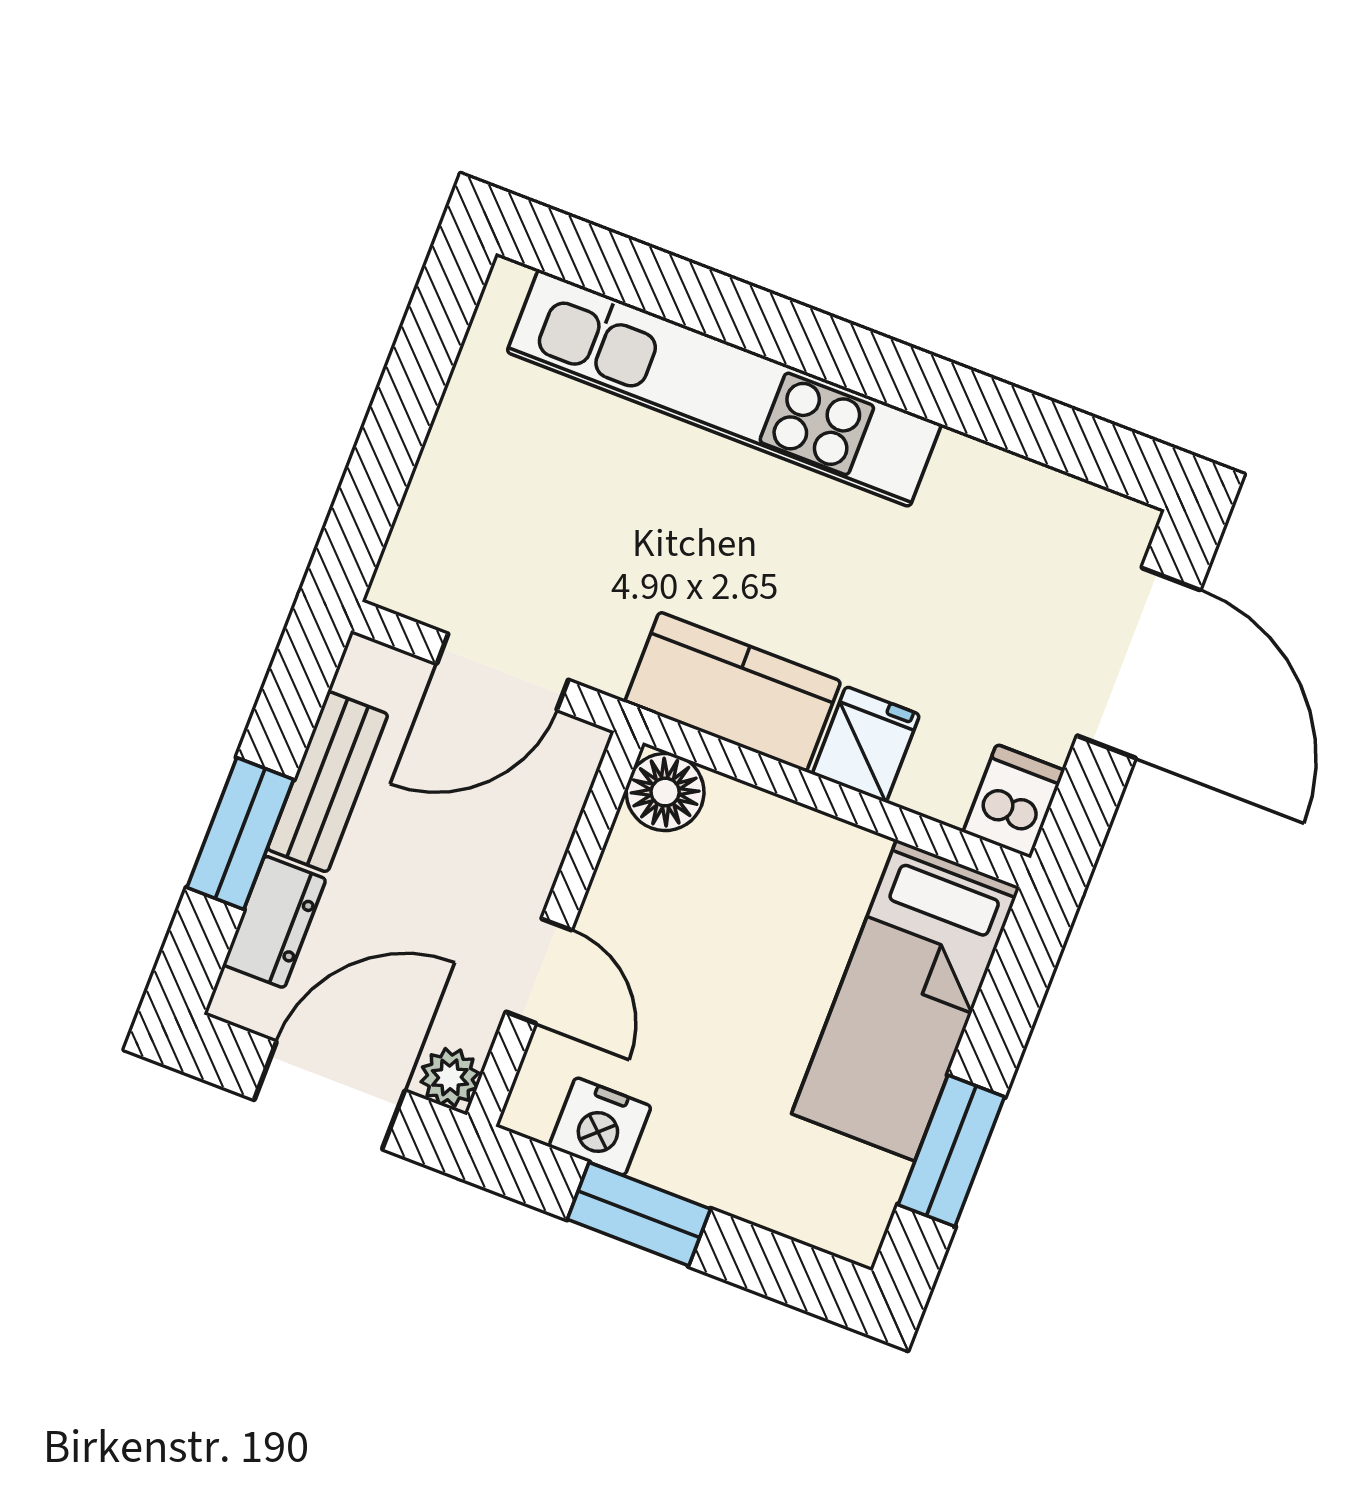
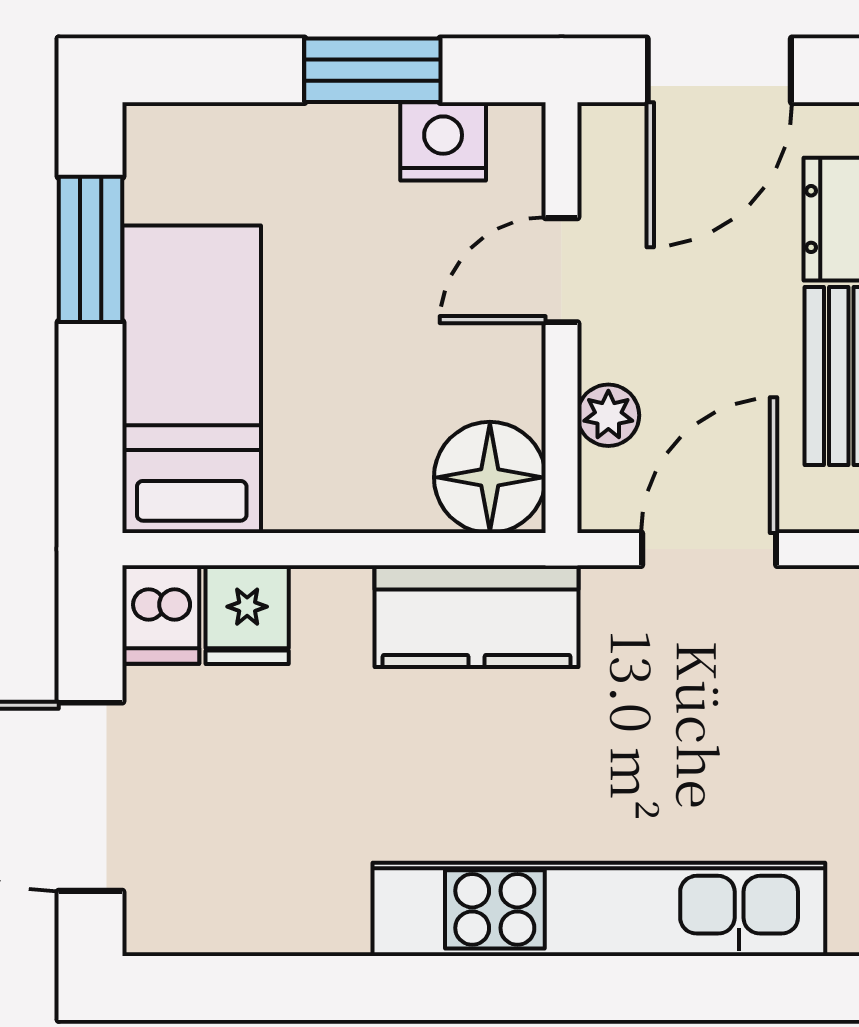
fridge: (866, 744) -> (247, 615), moved
floor lamp: (665, 792) -> (490, 477), width x1.38, depth x1.38
door: (539, 971) -> (561, 270), hinge flipped
plant: (450, 1077) -> (608, 415), moved

